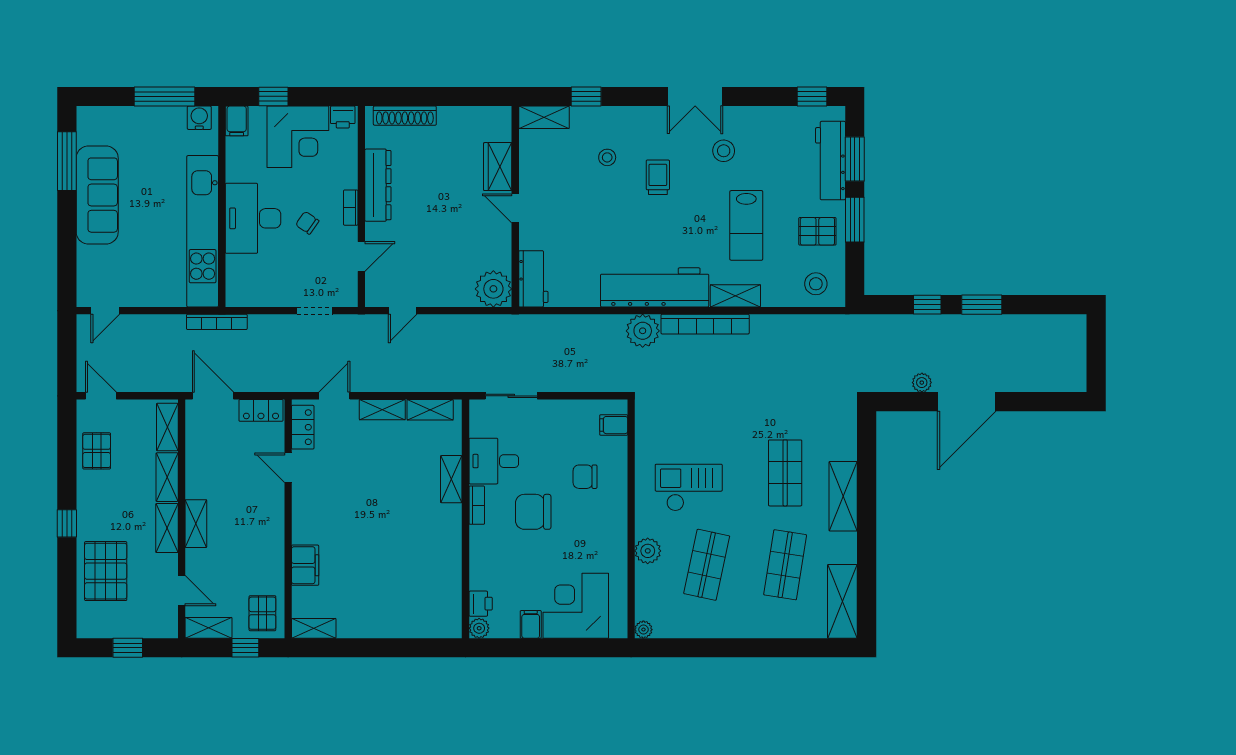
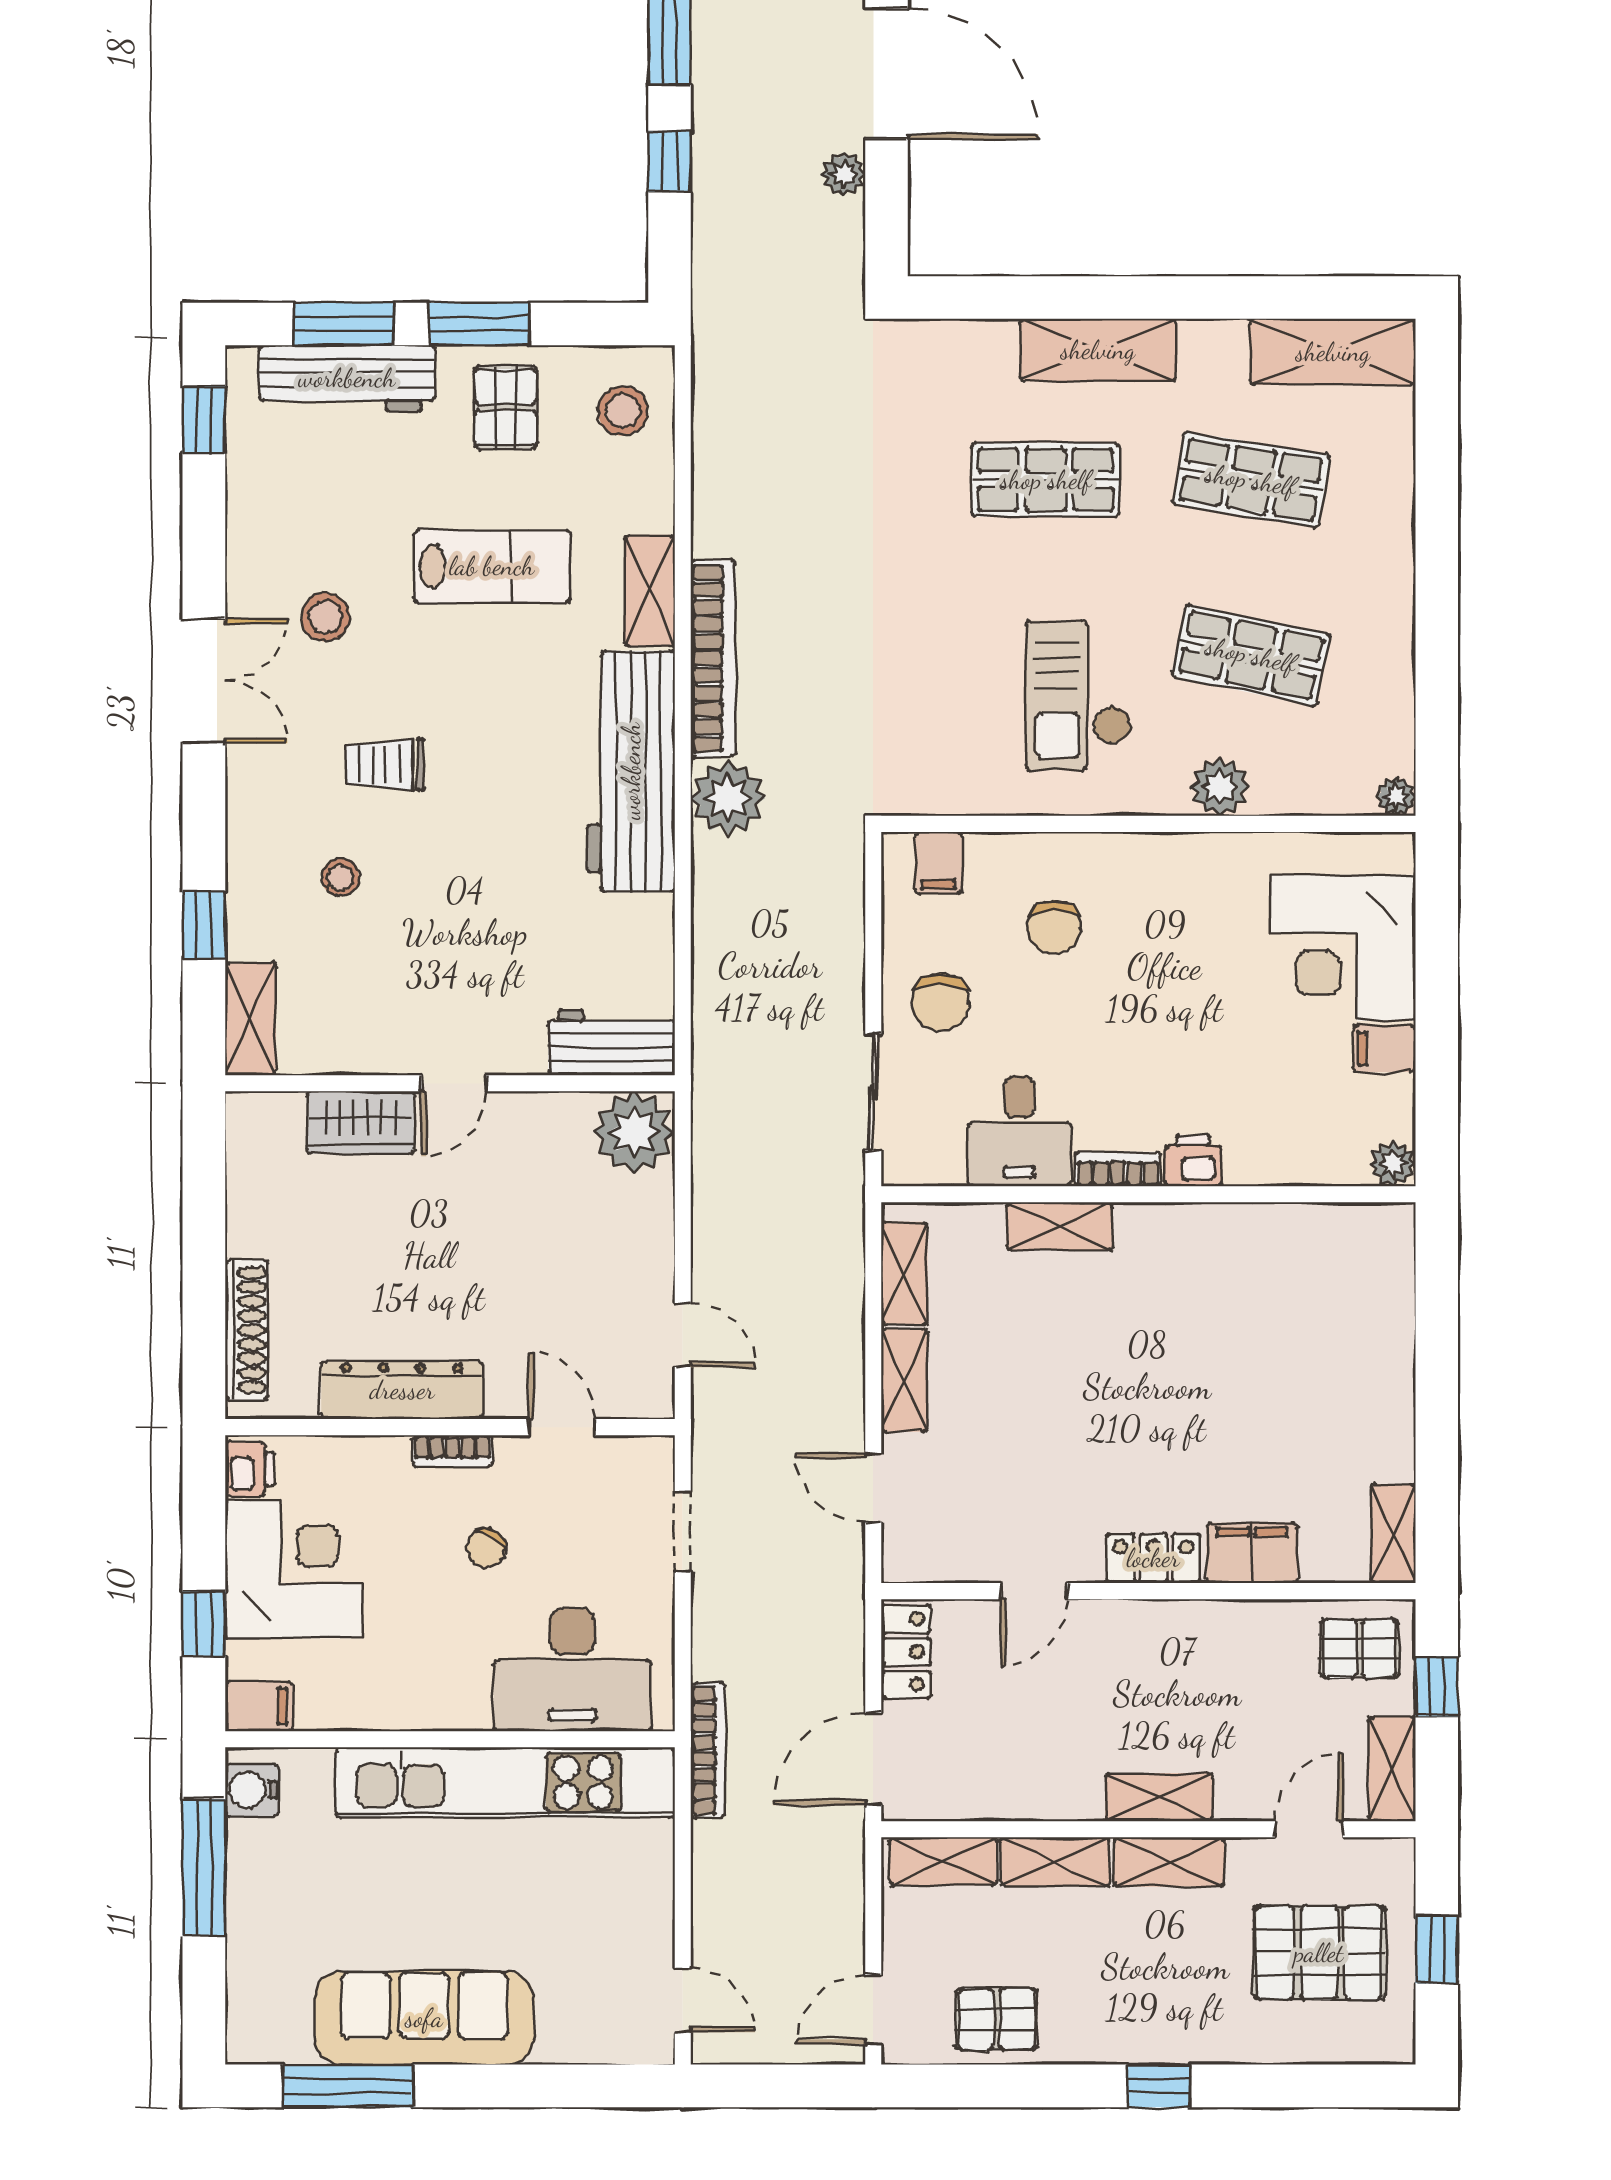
desk: (253, 218) -> (572, 1670), moved
locker: (303, 427) -> (1153, 1558), moved
chair: (533, 512) -> (940, 1002), moved, width x0.73, depth x0.73
pallet: (106, 571) -> (1319, 1953), moved
printer: (481, 604) -> (1193, 1161), moved

